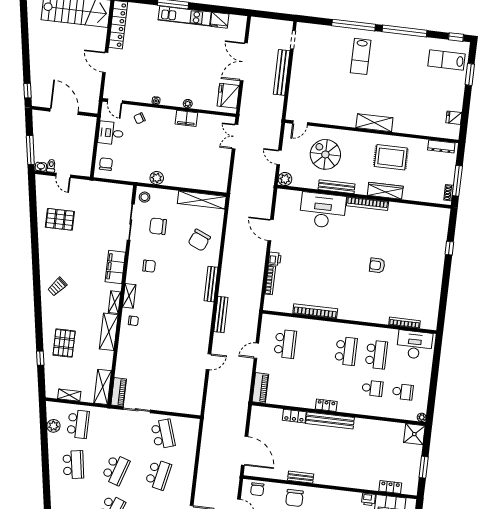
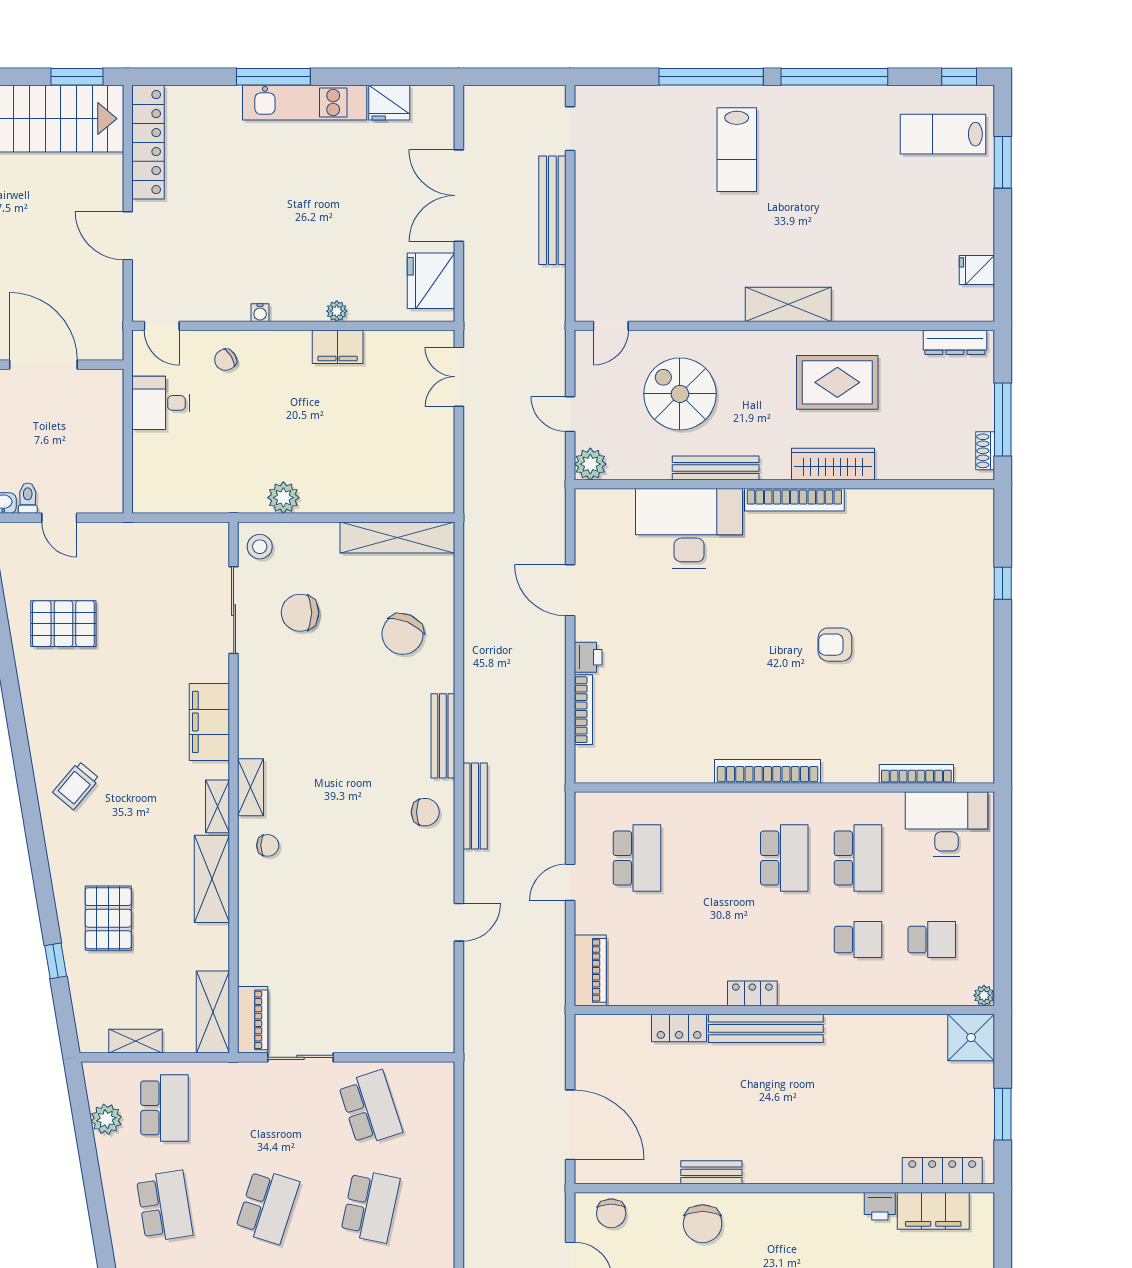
chair: (106, 164) -> (158, 479), removed
chair: (149, 266) -> (425, 812), moved
bookcase: (315, 311) -> (768, 771), moved
locker: (390, 487) -> (942, 1171), width x1.53

